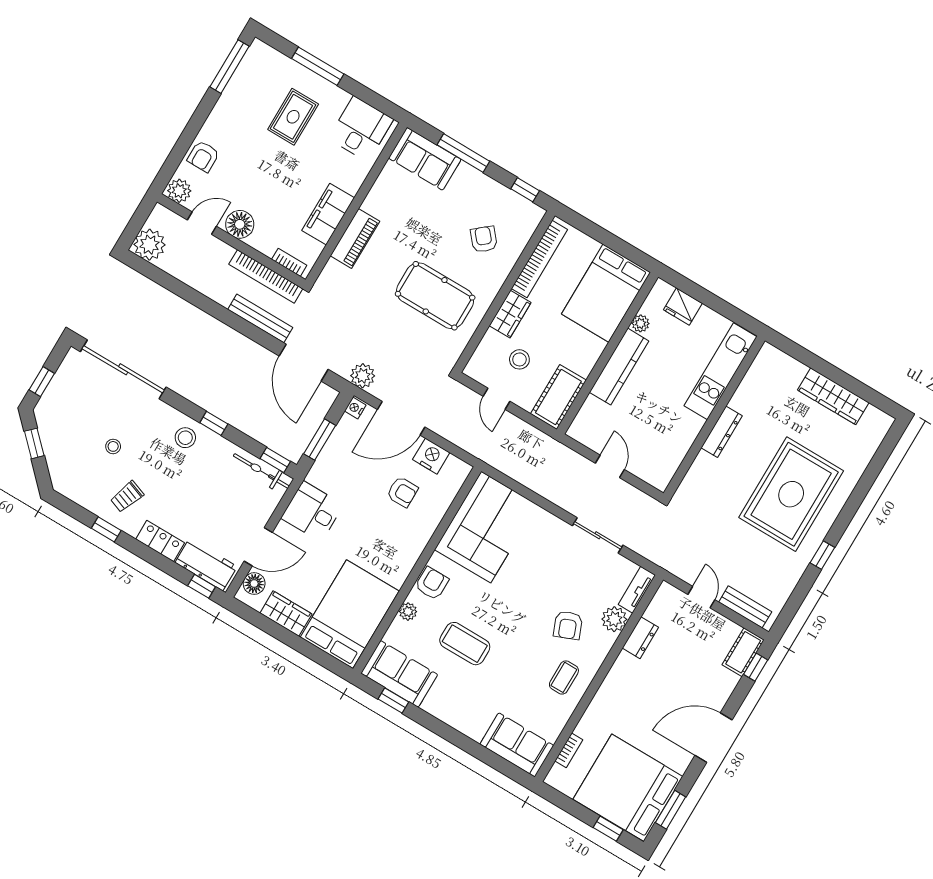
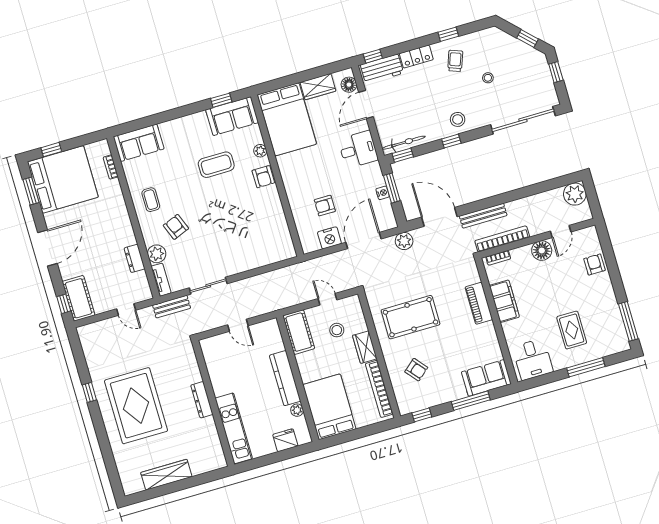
plant: (179, 191) -> (588, 235), removed
nightstand: (355, 408) -> (383, 193), moved
corner sofa: (486, 527) -> (266, 232), removed
bench: (745, 607) -> (172, 307), moved
cot: (743, 652) -> (78, 298), width x1.37, depth x1.34

